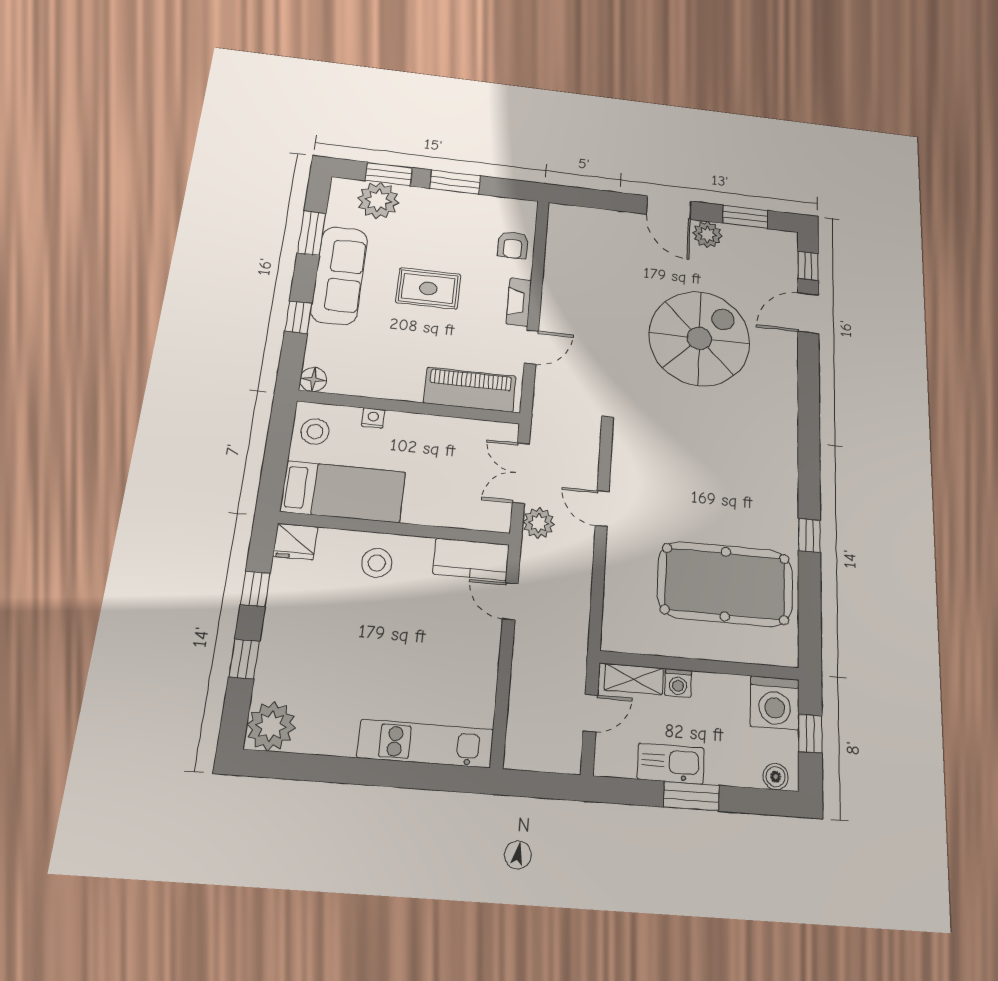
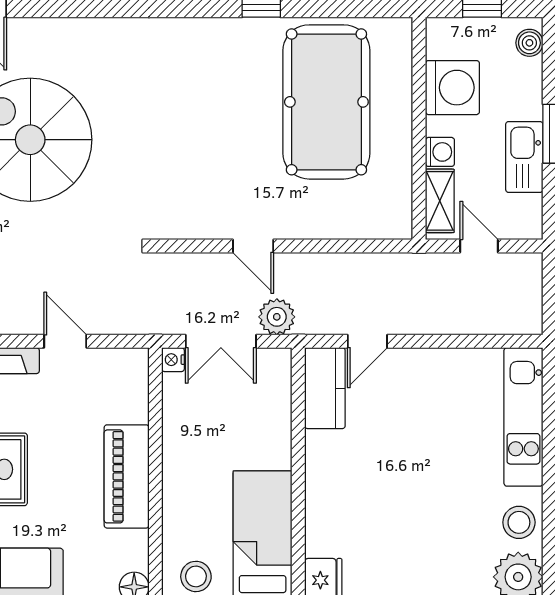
piano: (470, 390) -> (127, 476), moved
nightstand: (373, 418) -> (173, 360), moved
door: (602, 509) -> (253, 246), hinge flipped
stool: (377, 563) -> (519, 522), moved
washing machine: (775, 703) -> (452, 88), moved

